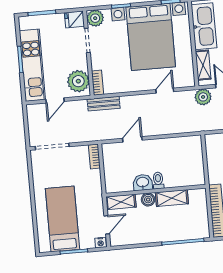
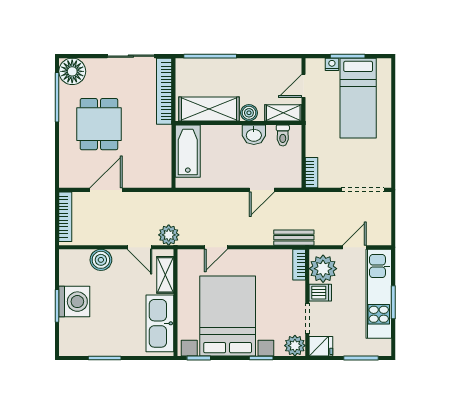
dishwasher: (79, 62) -> (320, 293), added
bathtub: (194, 165) -> (188, 151), added
toilet: (158, 181) -> (283, 135), moved
shelving: (172, 198) -> (209, 109), width x1.50, depth x1.33
nightstand: (101, 243) -> (332, 64), moved

